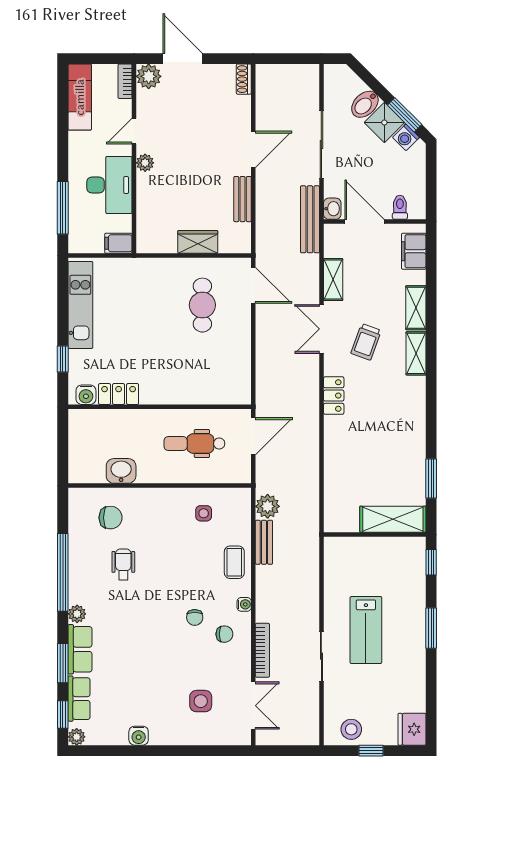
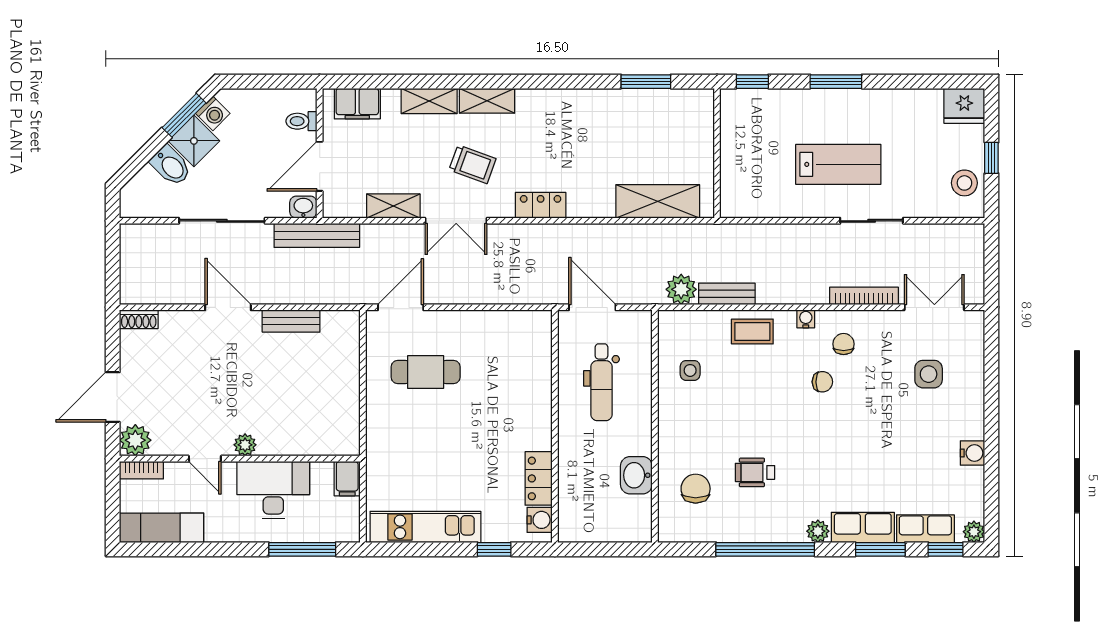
wardrobe: (198, 242) -> (346, 378), removed
shelving: (393, 519) -> (658, 201), moved, turned 90

